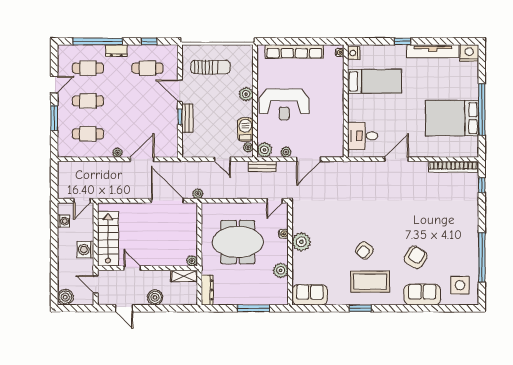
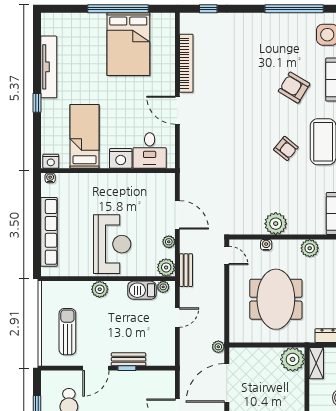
nightstand: (469, 53) -> (121, 158), moved, turned -90
bookcase: (453, 167) -> (186, 63), moved
plant: (192, 261) -> (293, 359), width x1.88, depth x1.88

